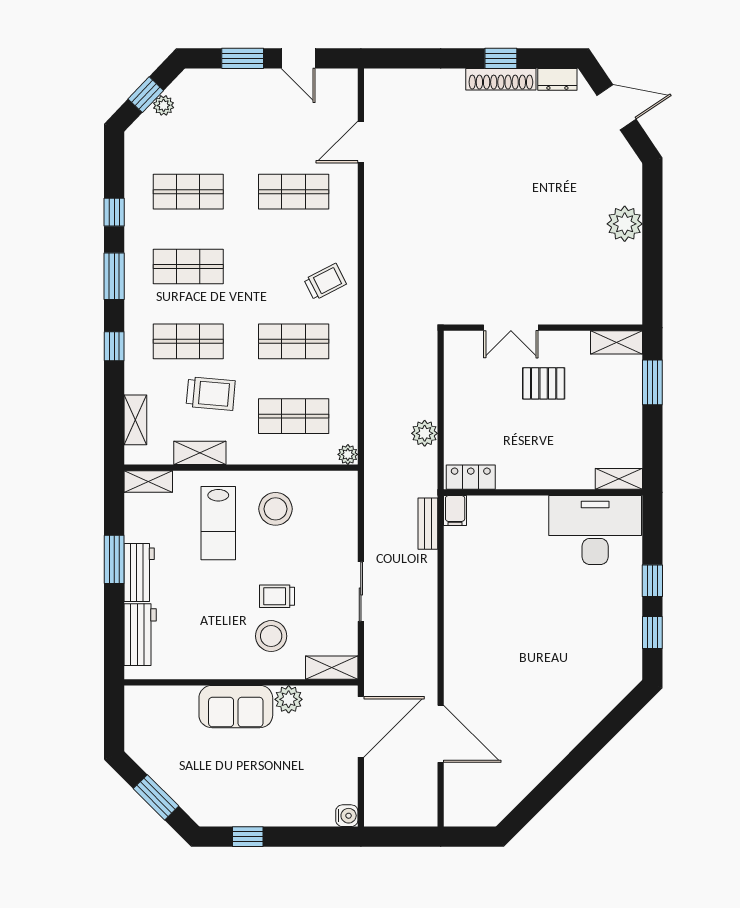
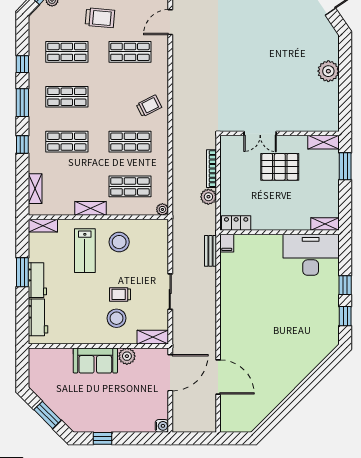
pallet: (544, 383) -> (280, 167), width x1.50, depth x1.42
bookcase: (430, 386) -> (211, 169), added
trolley: (211, 393) -> (100, 18), moved
shelving: (200, 453) -> (91, 208), moved

